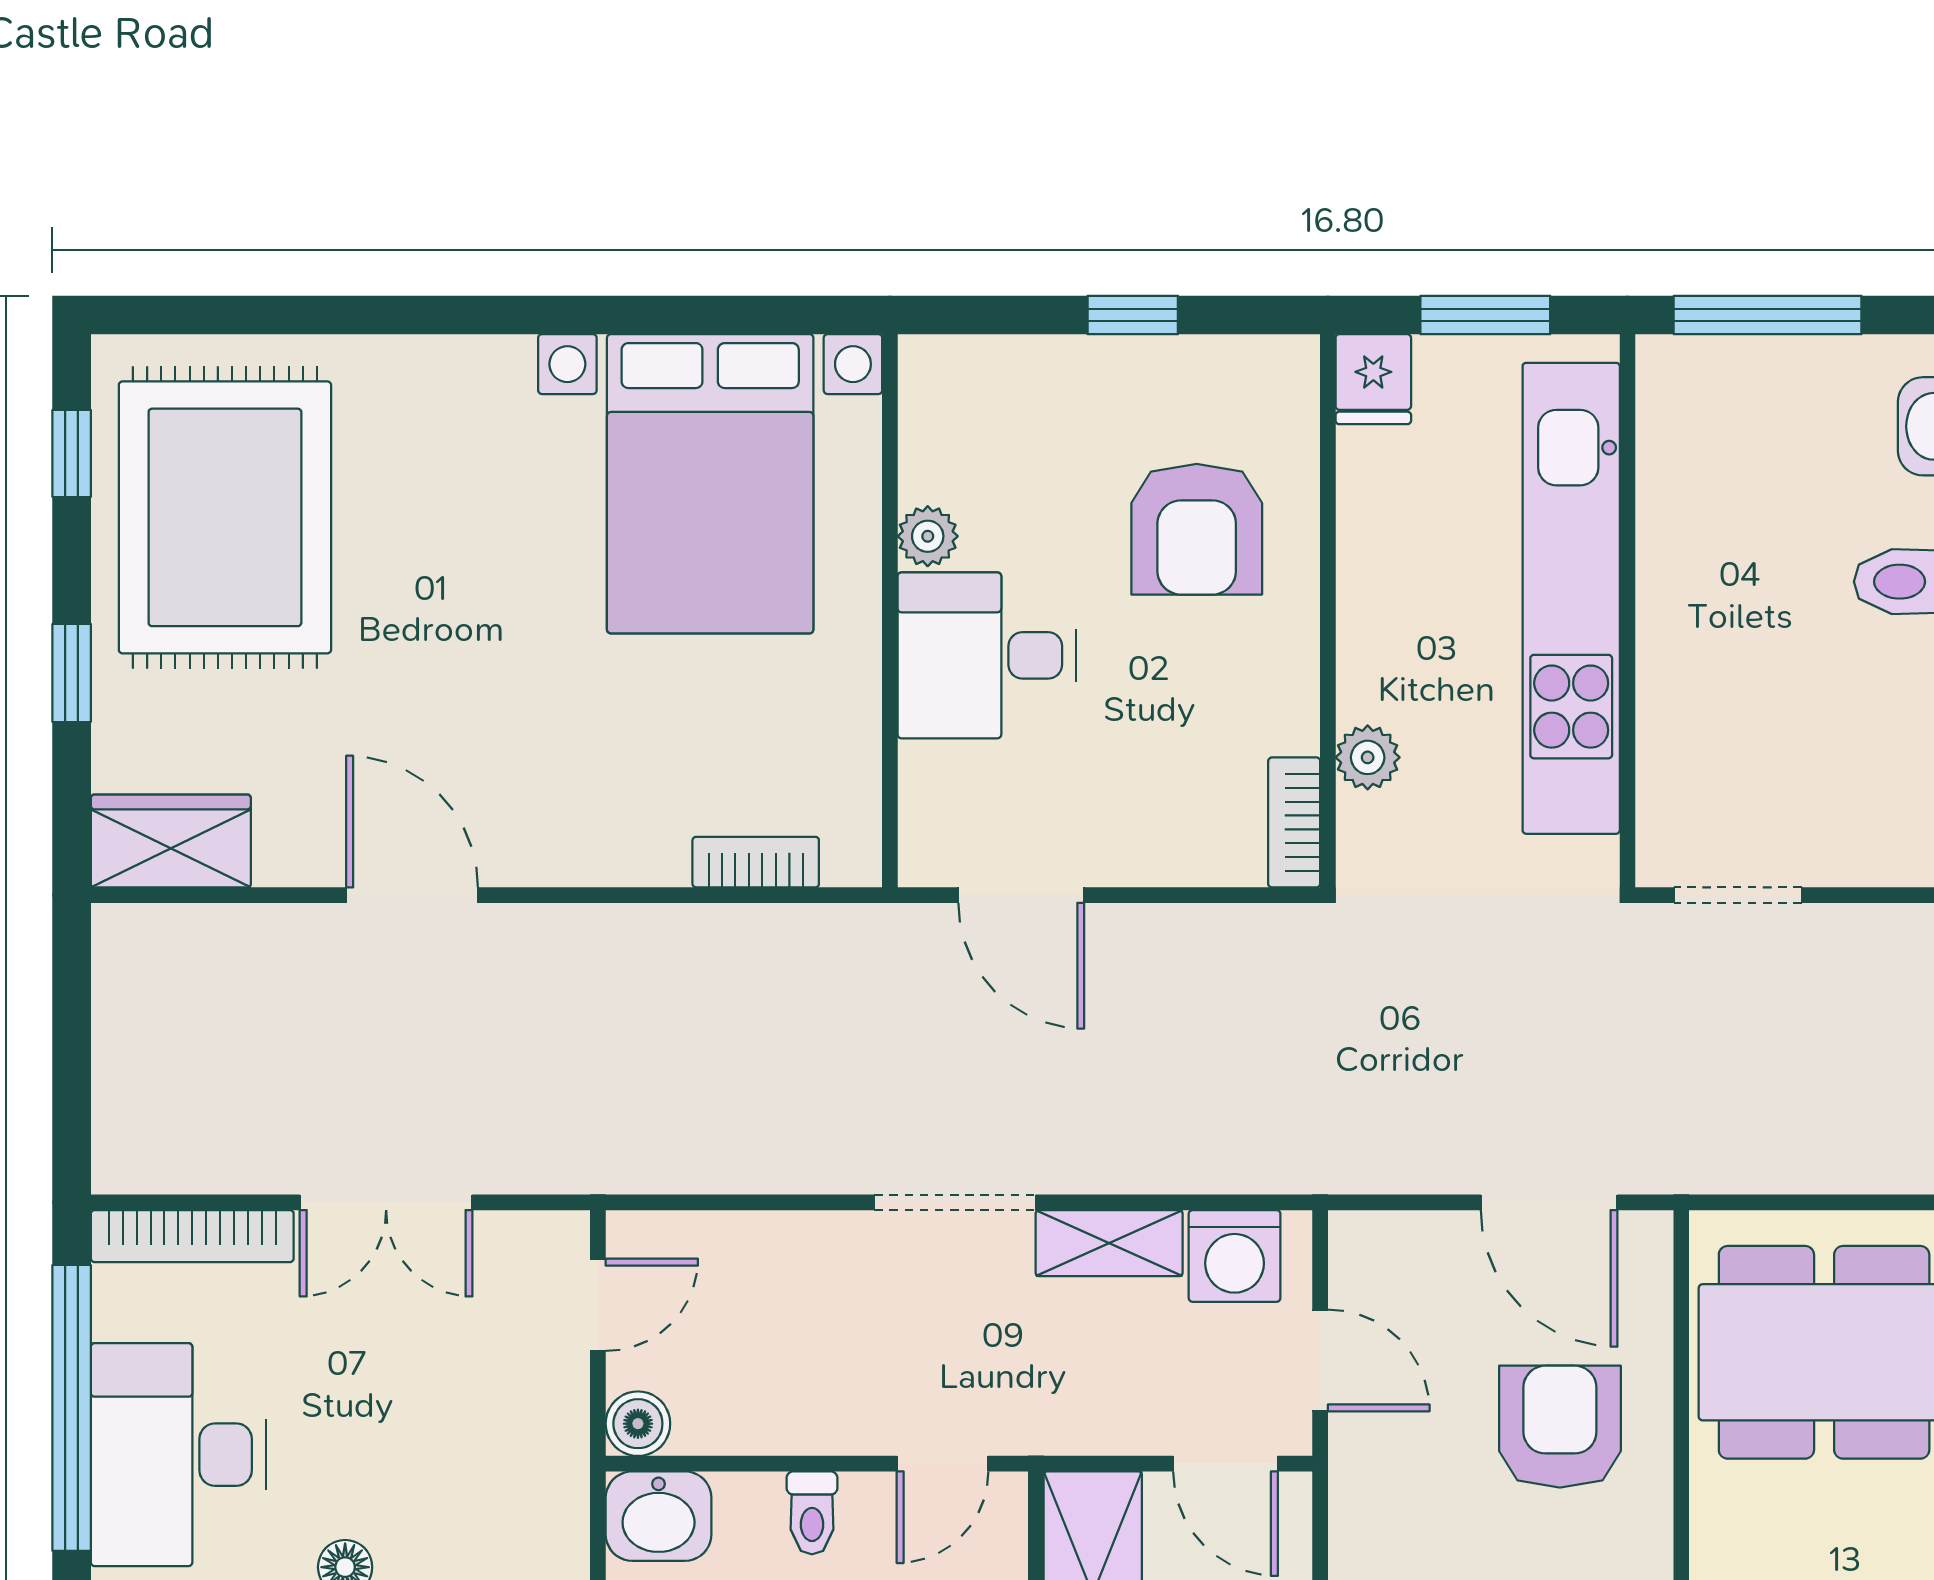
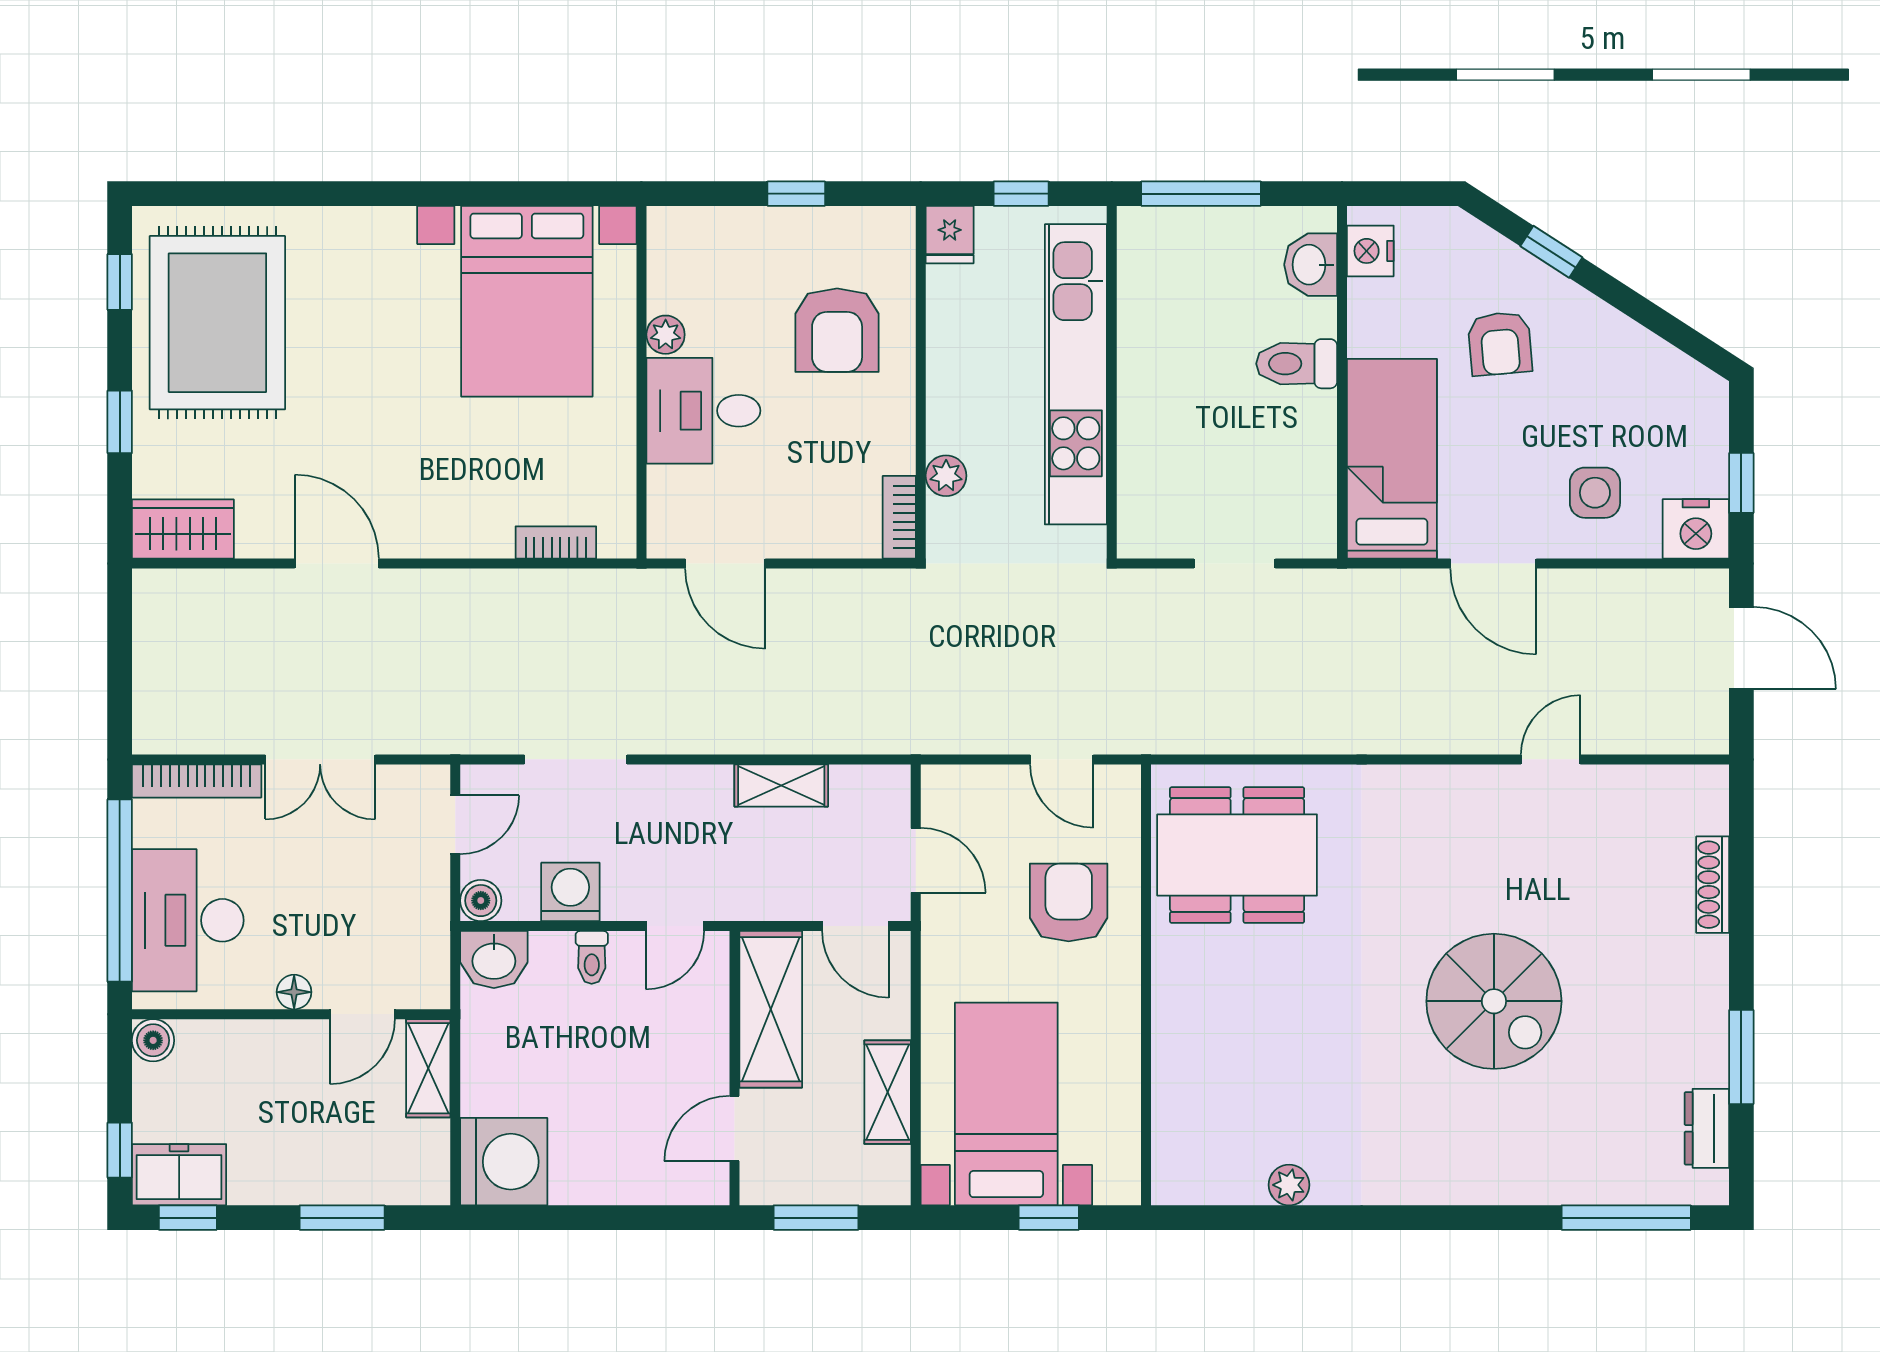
window: (1485, 315) -> (1021, 194), width x0.67
doorway: (1738, 895) -> (1235, 564), moved
doorway: (955, 1202) -> (576, 759), moved
door: (1549, 1202) -> (1062, 759), width x0.73
washing machine: (1235, 1256) -> (570, 892), moved, turned 180

